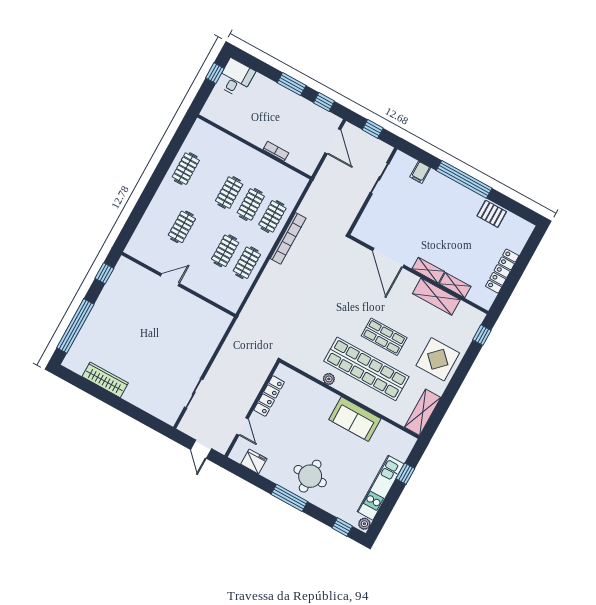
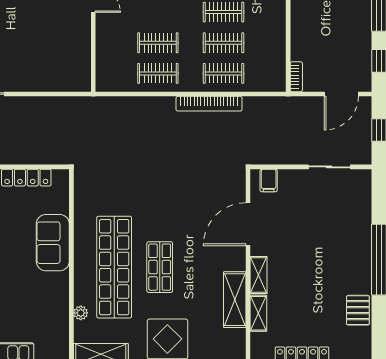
bookcase: (276, 151) -> (296, 77), moved
filing cabinet: (420, 172) -> (269, 180), moved, turned -90
plant: (329, 379) -> (81, 313), moved
sofa: (355, 419) -> (53, 243), moved

